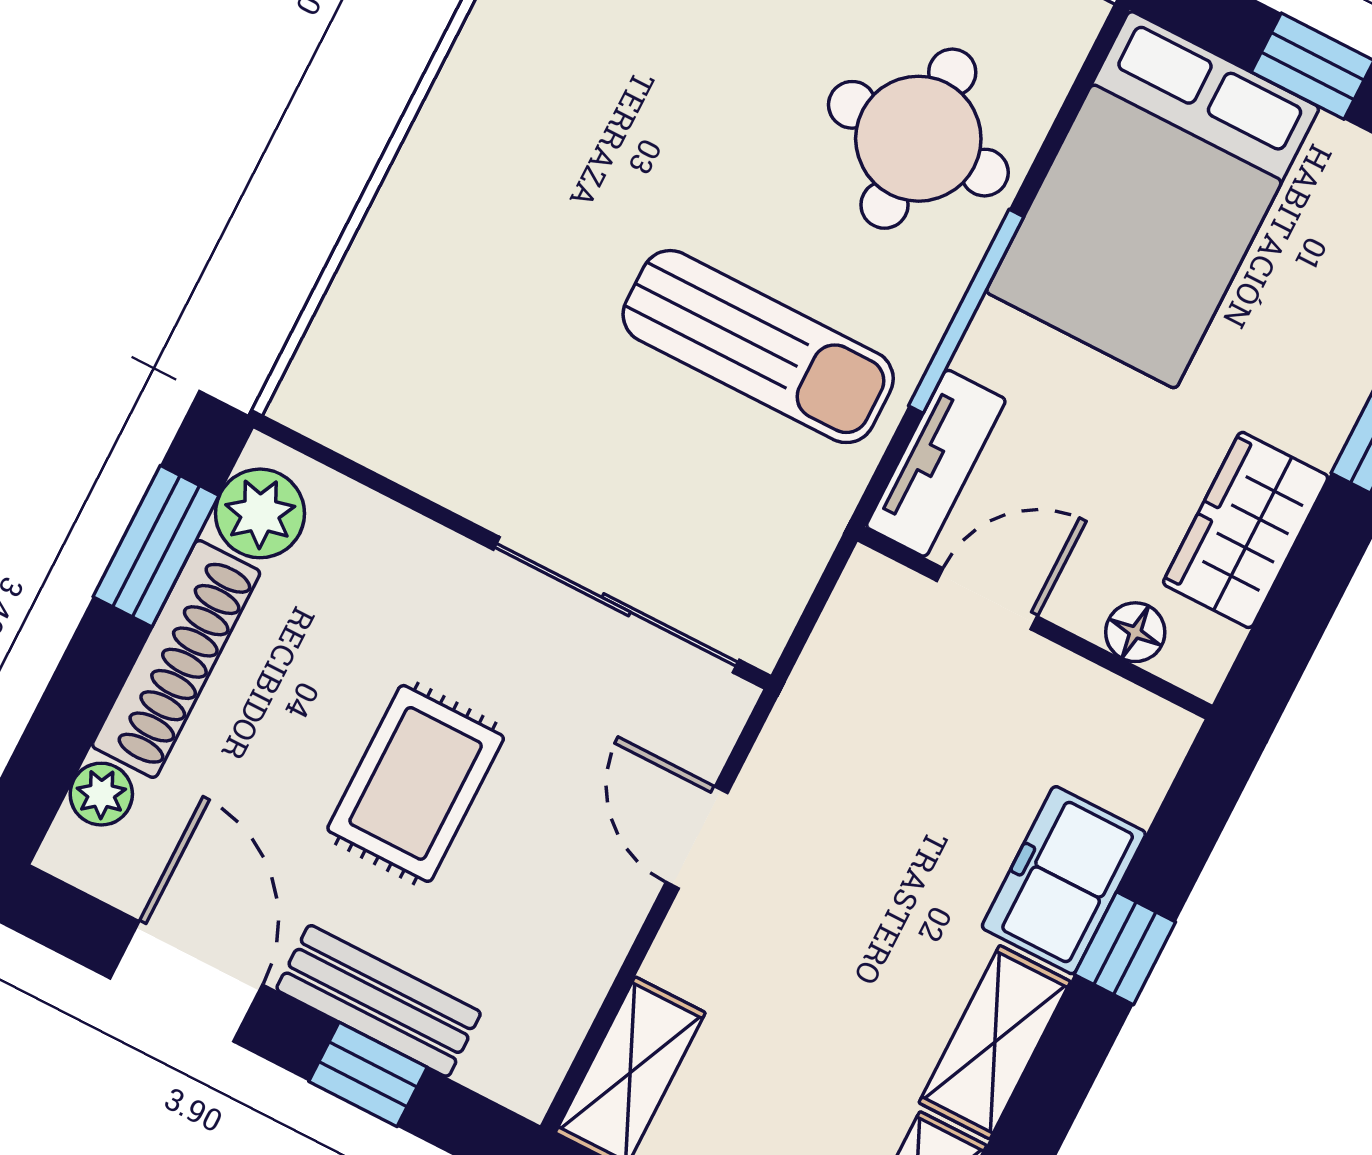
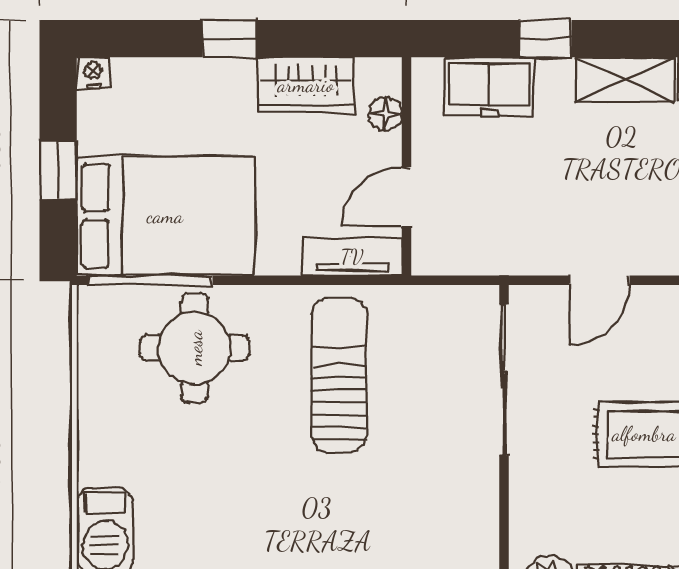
window: (966, 311) -> (150, 280), moved
door: (987, 599) -> (406, 196), hinge flipped
freezer: (1064, 880) -> (489, 86), moved

